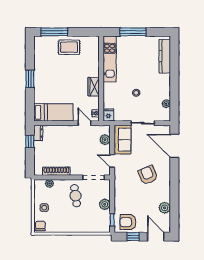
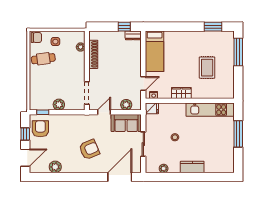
rug: (69, 47) -> (207, 68), moved
kitchen counter: (165, 56) -> (192, 167), moved, width x0.67
window: (30, 79) -> (213, 27), moved
cafe table: (76, 196) -> (43, 59), moved

